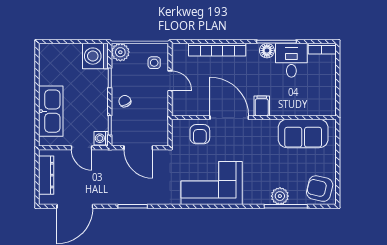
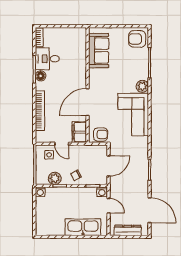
plant: (120, 52) -> (55, 178), moved
washing machine: (95, 56) -> (40, 192), width x0.53, depth x0.53
door: (170, 81) -> (62, 144), swing flipped
filing cabinet: (262, 106) -> (79, 132), moved, width x2.00
armchair: (200, 134) -> (101, 134), moved
door: (81, 148) -> (109, 206), hinge flipped
armchair: (320, 189) -> (137, 39), turned 77
plant: (280, 196) -> (142, 86), moved

